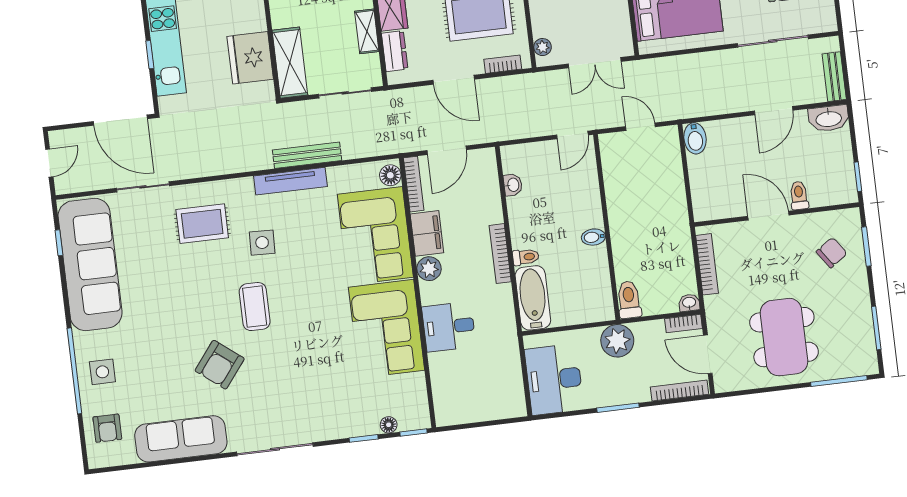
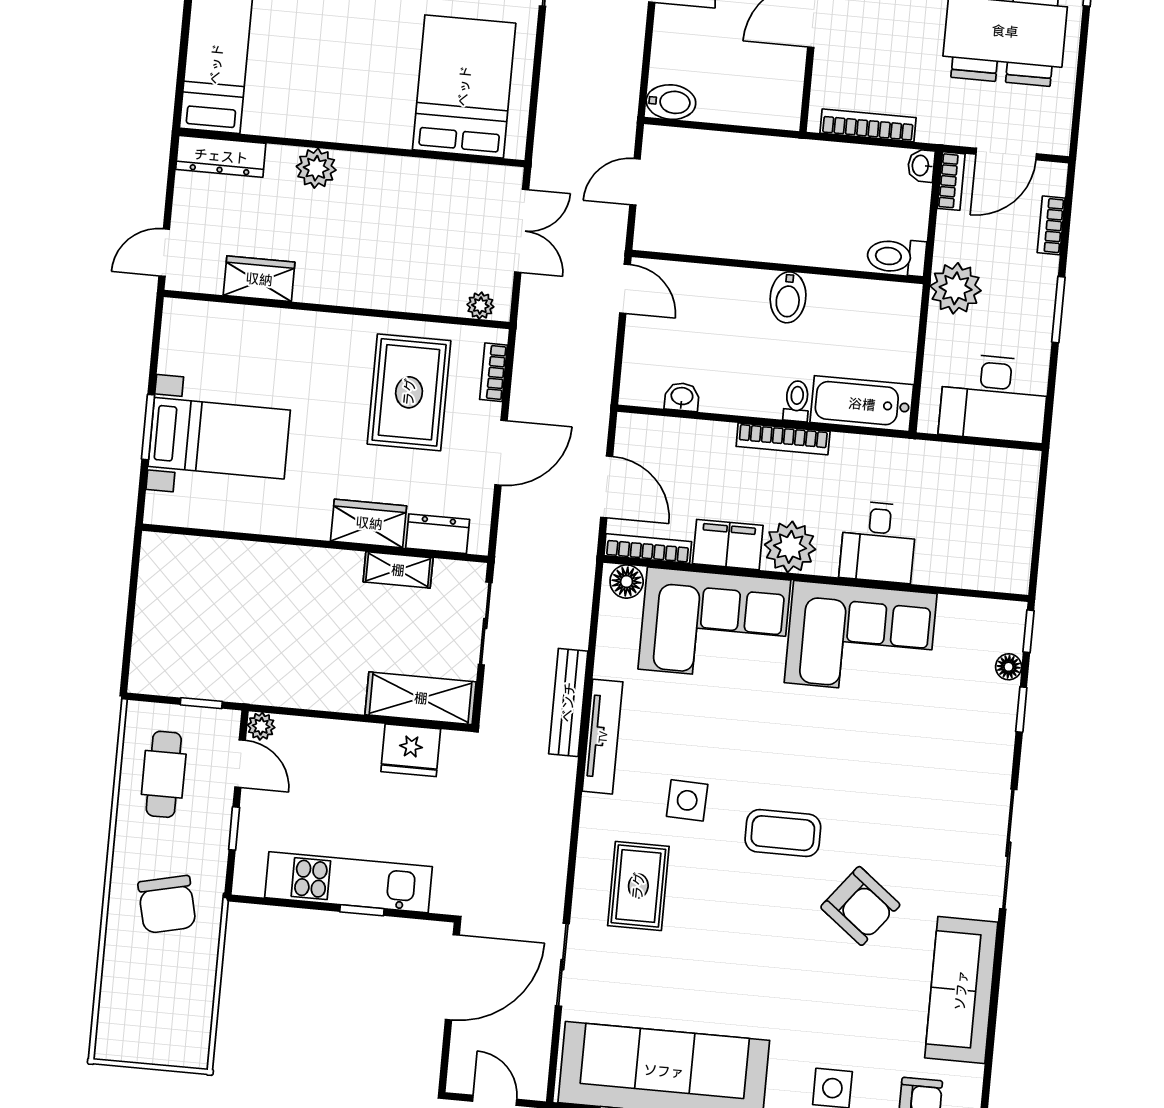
fridge: (250, 58) -> (411, 750), width x0.73, depth x0.75
bidet: (593, 237) -> (788, 297), width x1.38, depth x1.36
plant: (429, 269) -> (790, 547), width x1.36, depth x1.36
bookcase: (680, 391) -> (1051, 225), width x0.64

